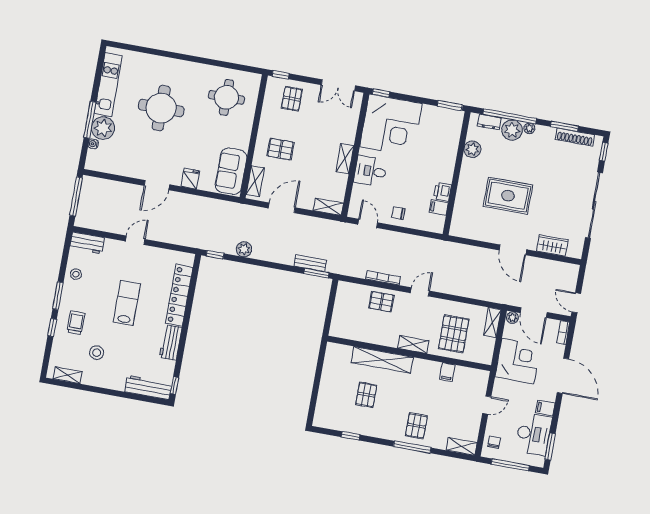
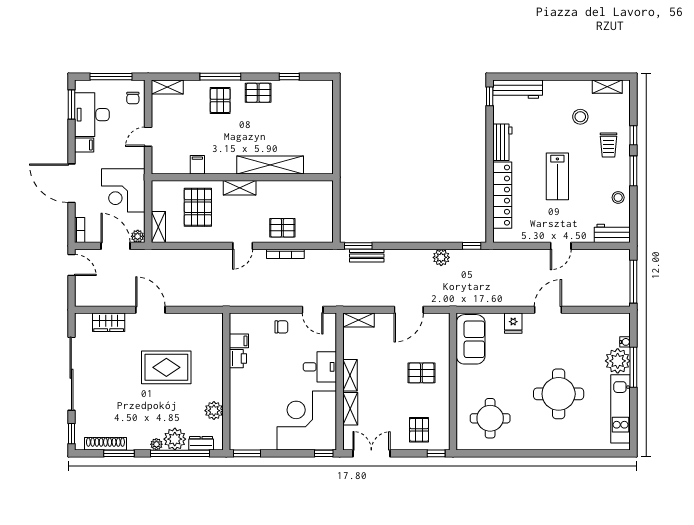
shelving: (255, 181) -> (350, 409), moved
pallet: (366, 395) -> (258, 93), moved, turned 90

